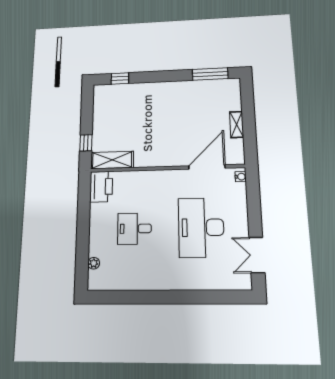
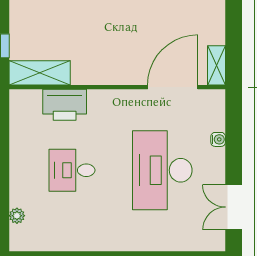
shelving: (237, 125) -> (216, 65), moved
water cooler: (241, 177) -> (218, 139), moved
printer: (101, 187) -> (65, 105), moved, turned 90

